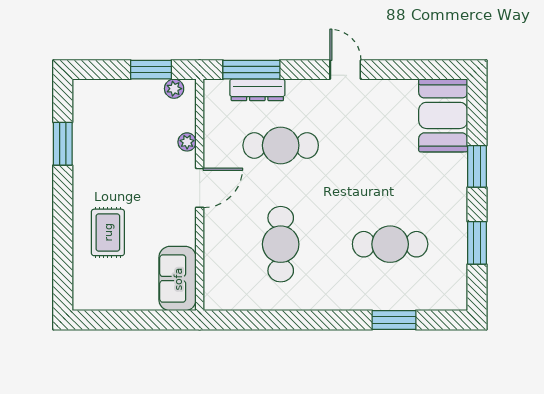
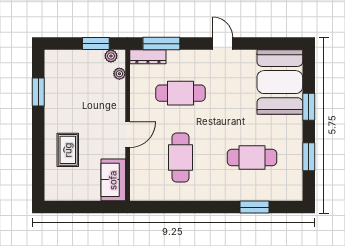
dresser: (257, 90) -> (148, 57), moved
booth: (443, 115) -> (280, 82), width x1.36, depth x1.42
plant: (187, 142) -> (119, 74), moved
door: (200, 188) -> (128, 135), moved

